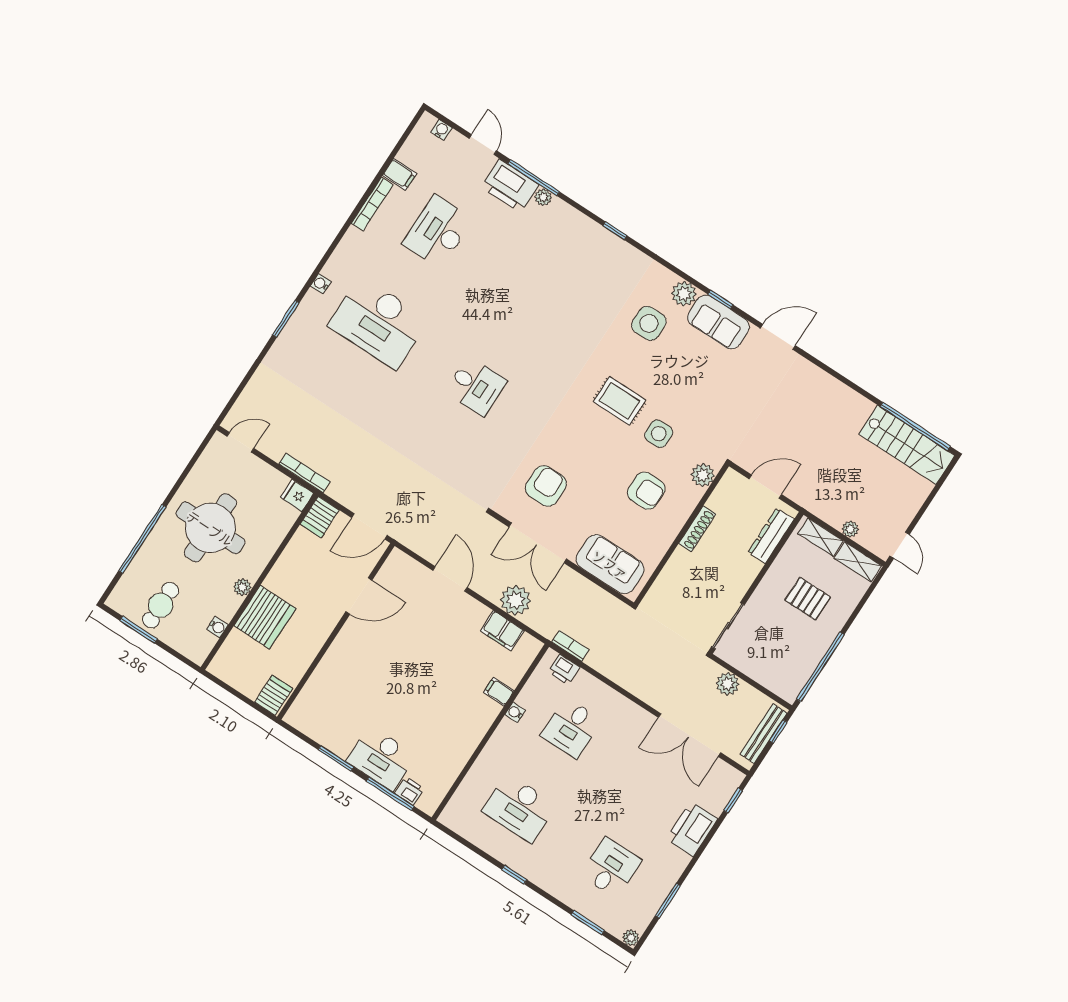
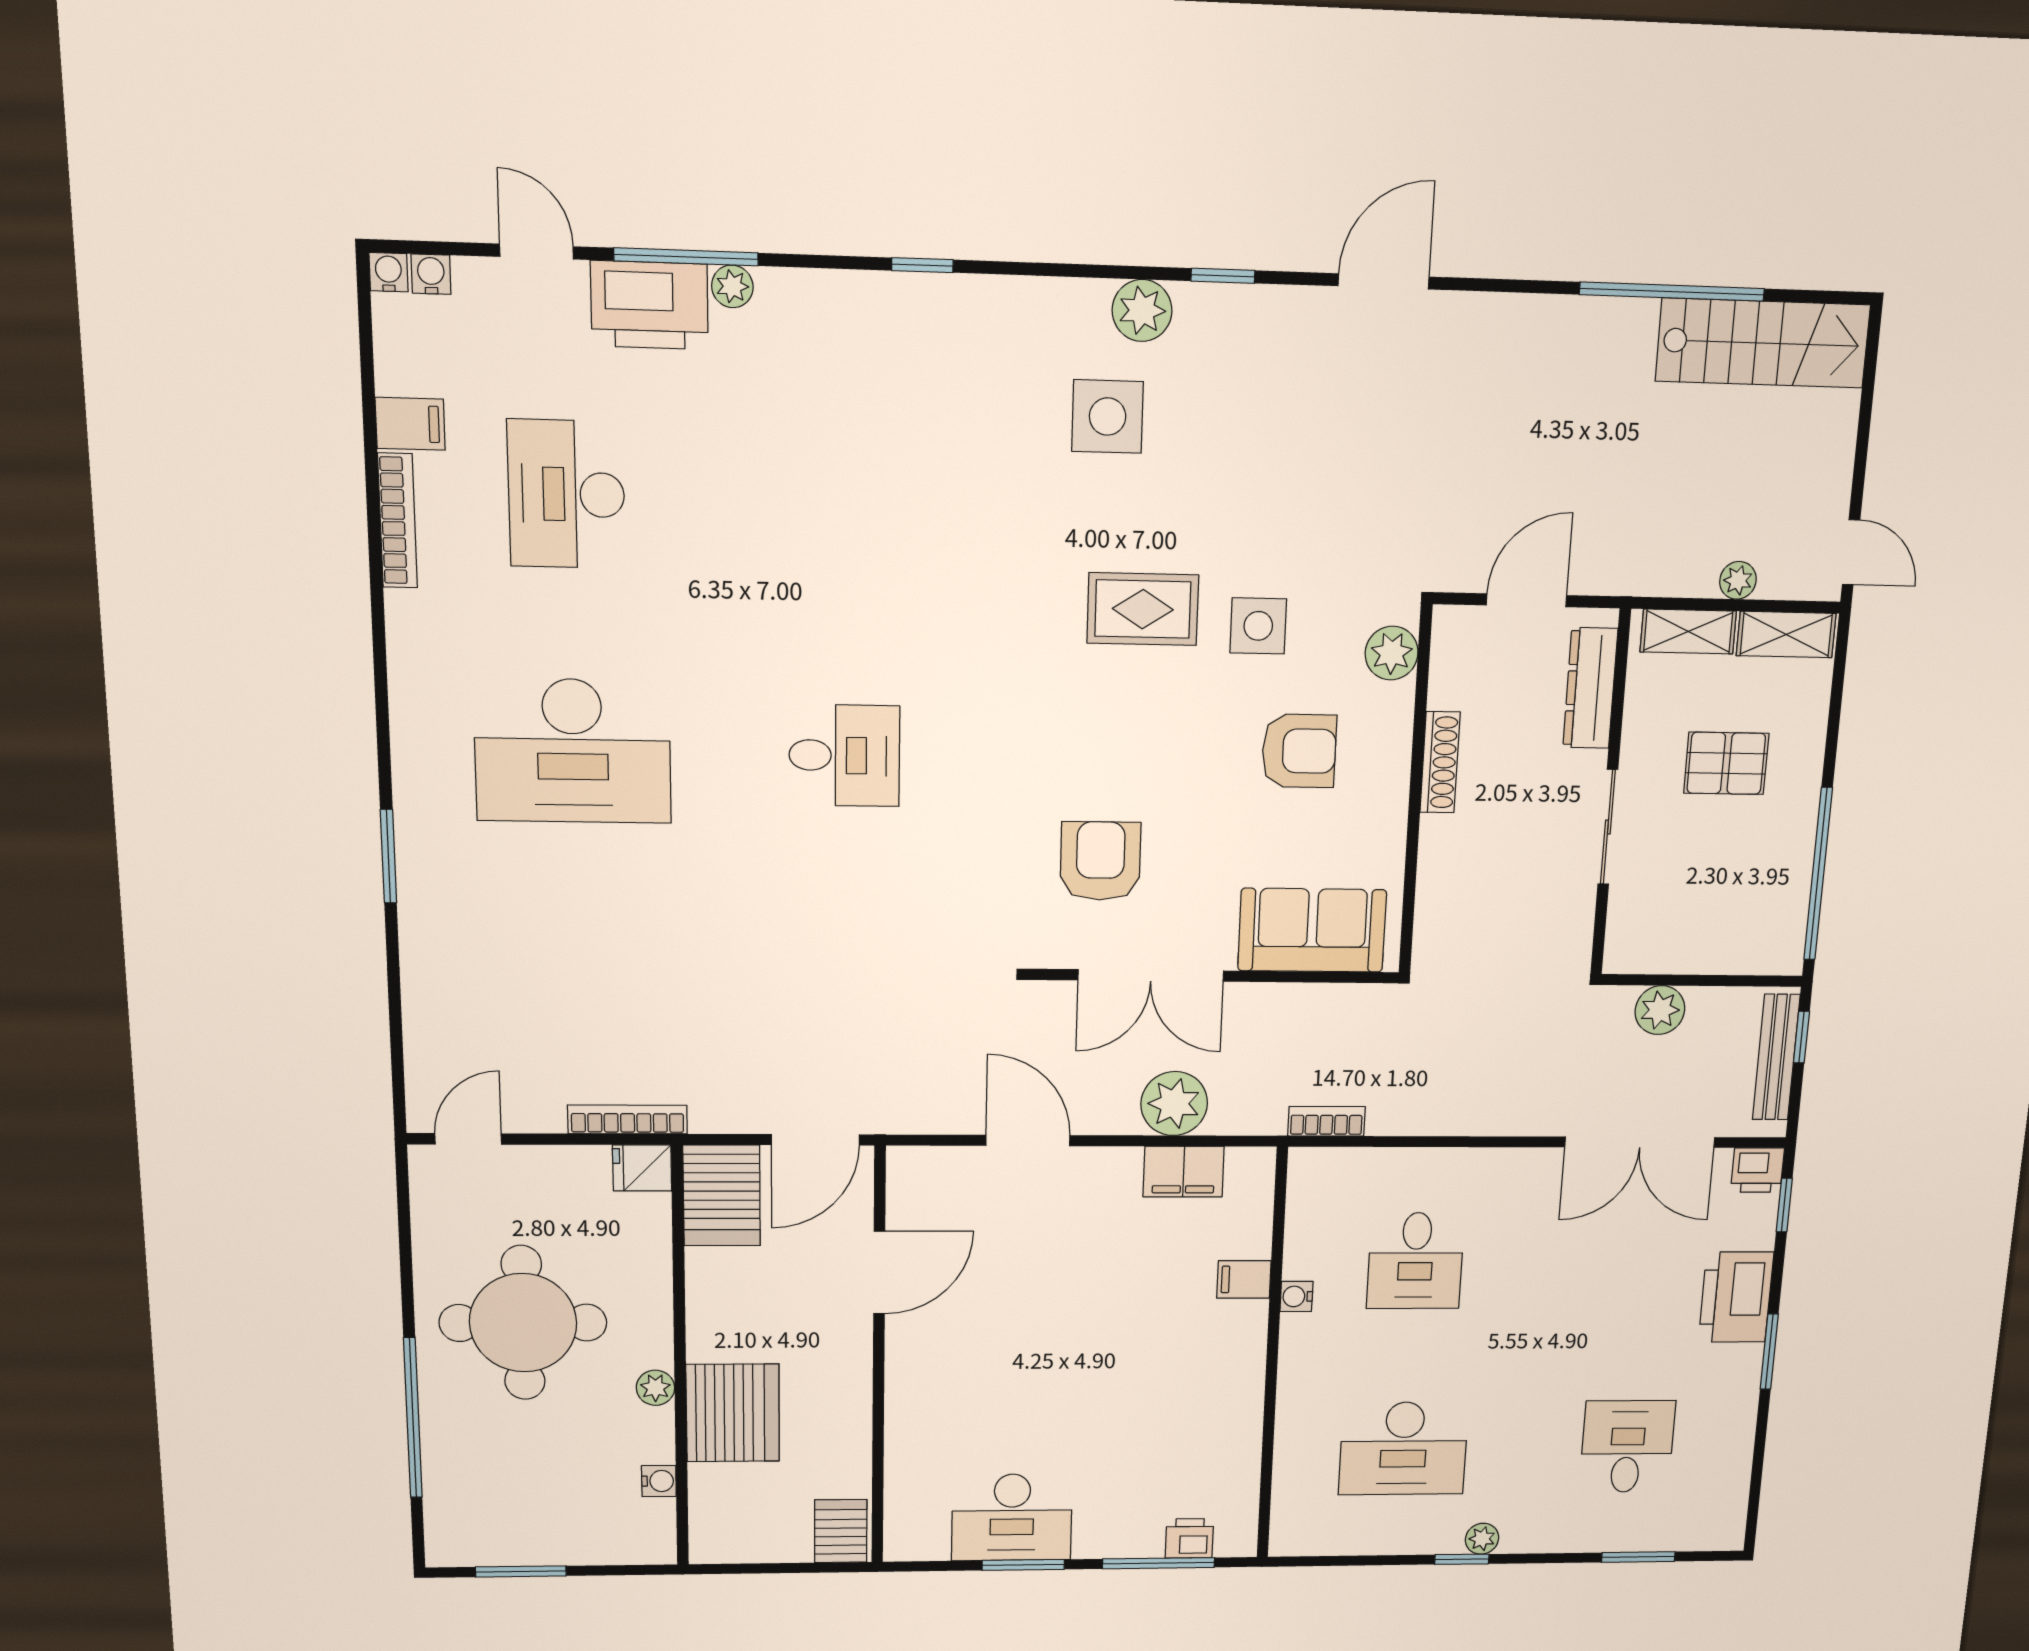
water cooler: (321, 284) -> (388, 272), moved, turned 90
sofa: (719, 322) -> (1246, 326), removed
window: (915, 426) -> (1672, 292), moved
server rack: (320, 517) -> (722, 1196), width x1.36, depth x1.44
cafe table: (161, 605) -> (530, 1508), removed
sliding door: (728, 626) -> (1608, 827), moved
printer: (564, 670) -> (1757, 1170), moved
desk: (381, 758) -> (1012, 1517), moved
window: (668, 901) -> (1769, 1352), moved
plant: (631, 938) -> (1482, 1539), moved

